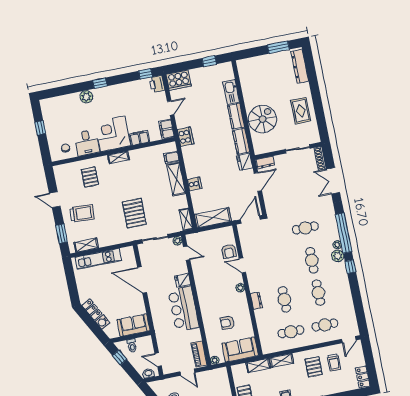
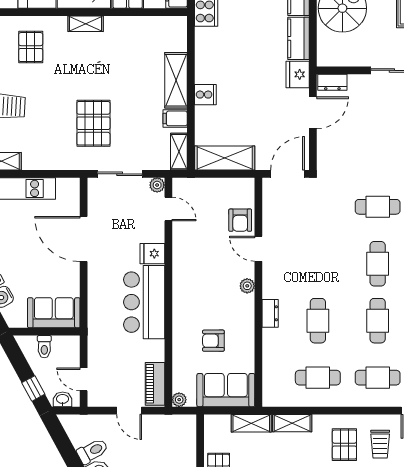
filing cabinet: (171, 157) -> (175, 118), moved
window: (120, 358) -> (33, 388), moved

